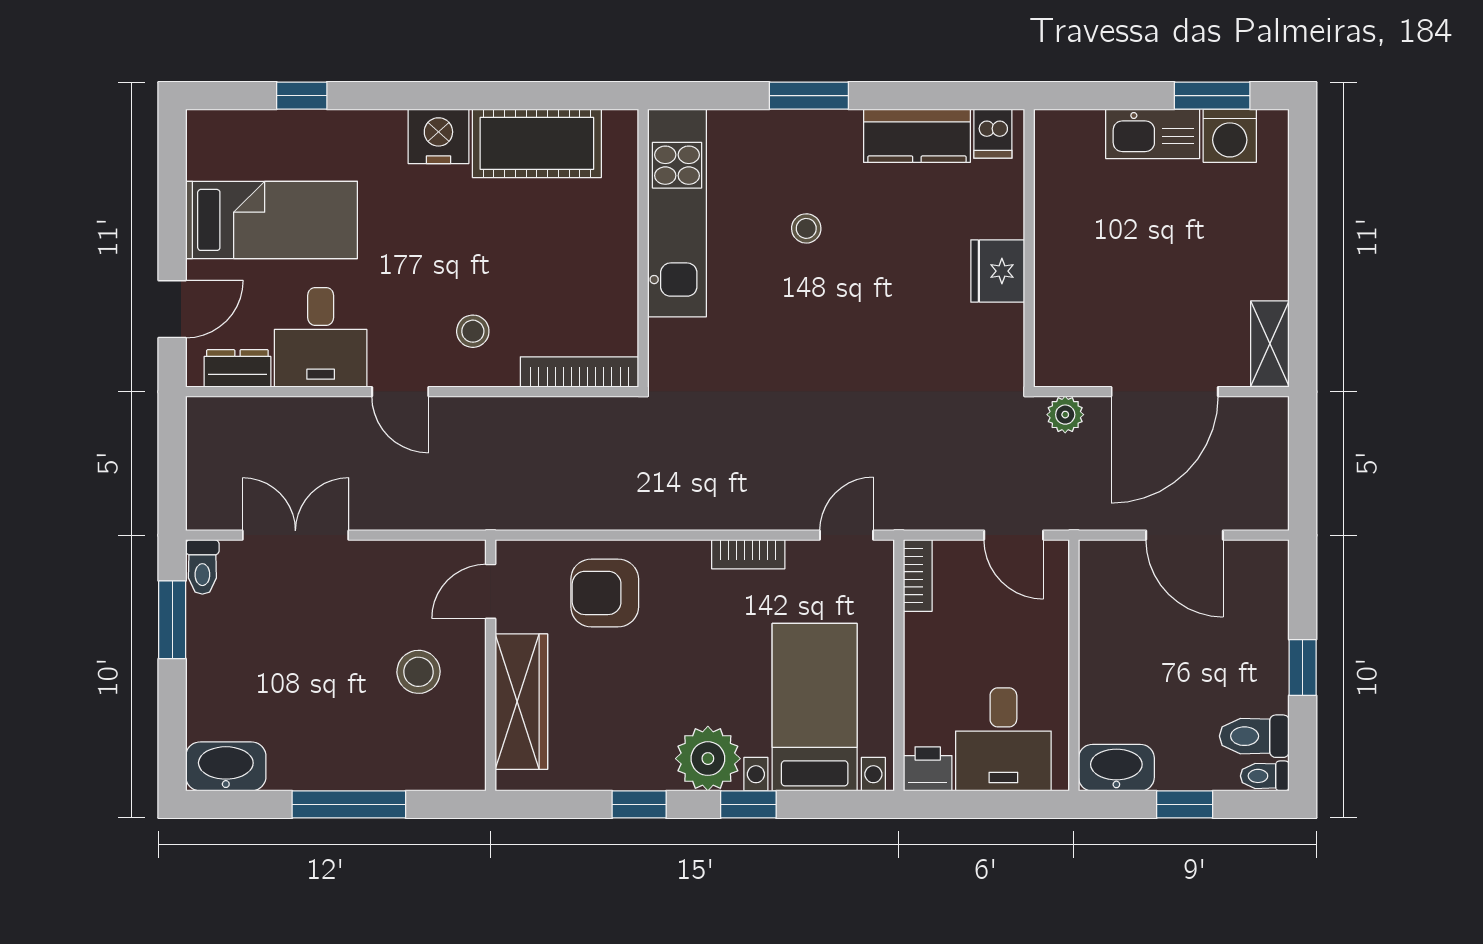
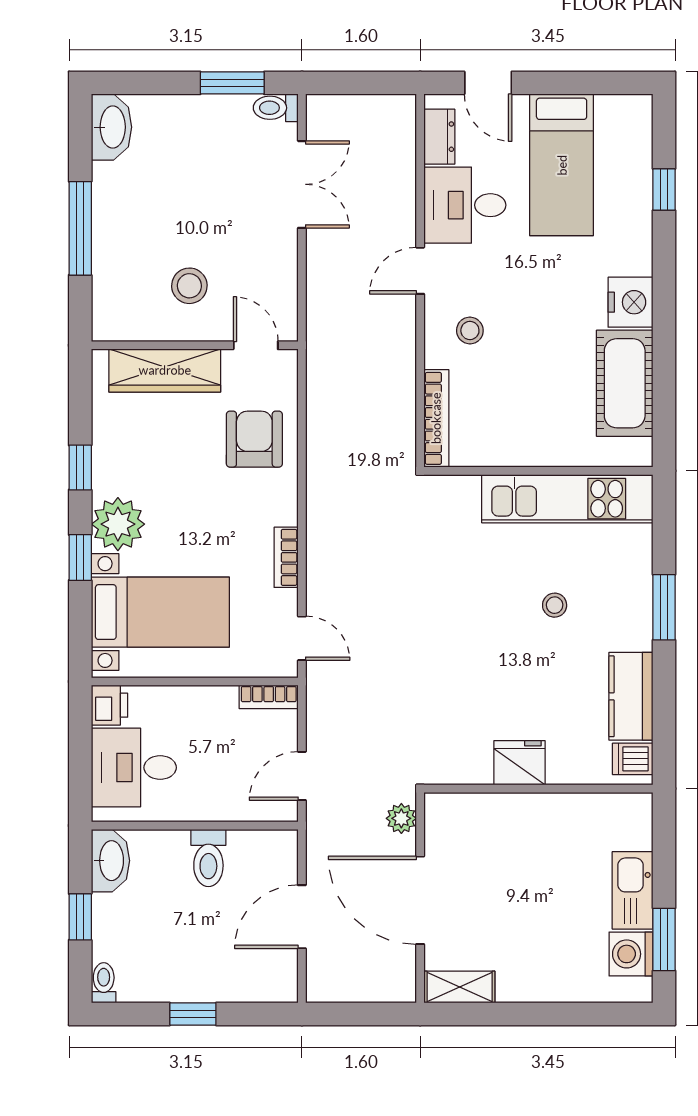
toilet: (1254, 736) -> (208, 858), moved, turned 180

